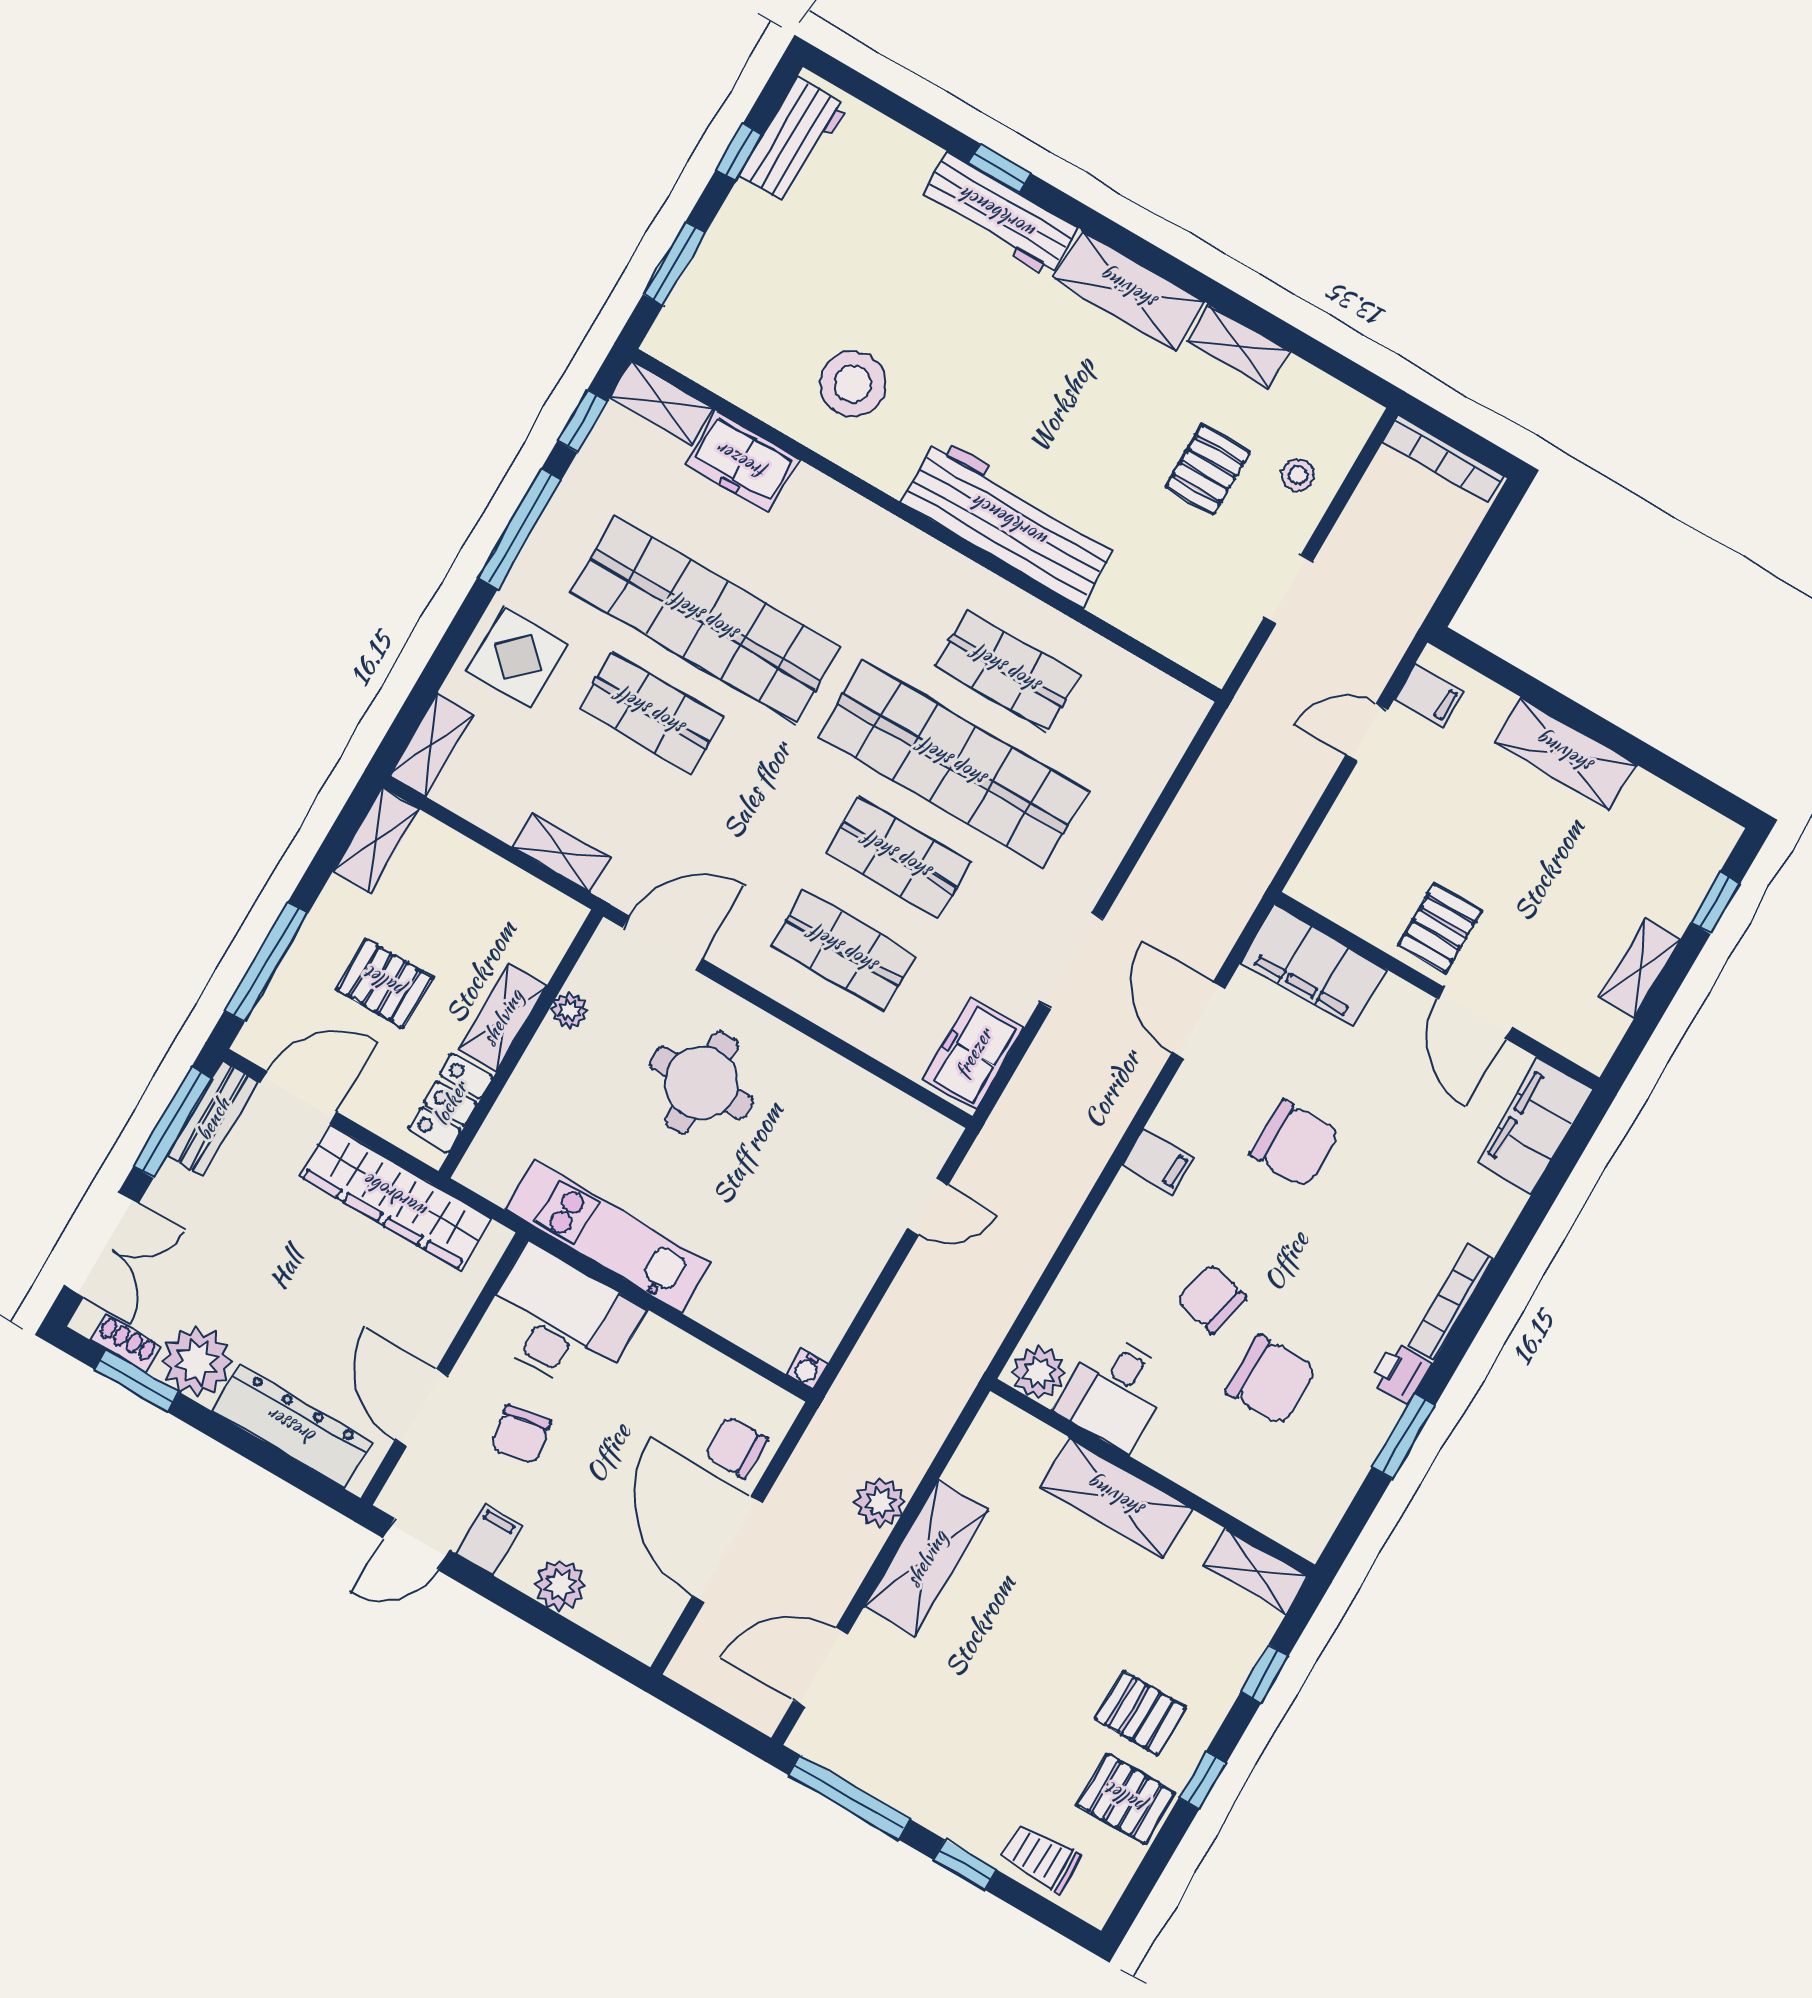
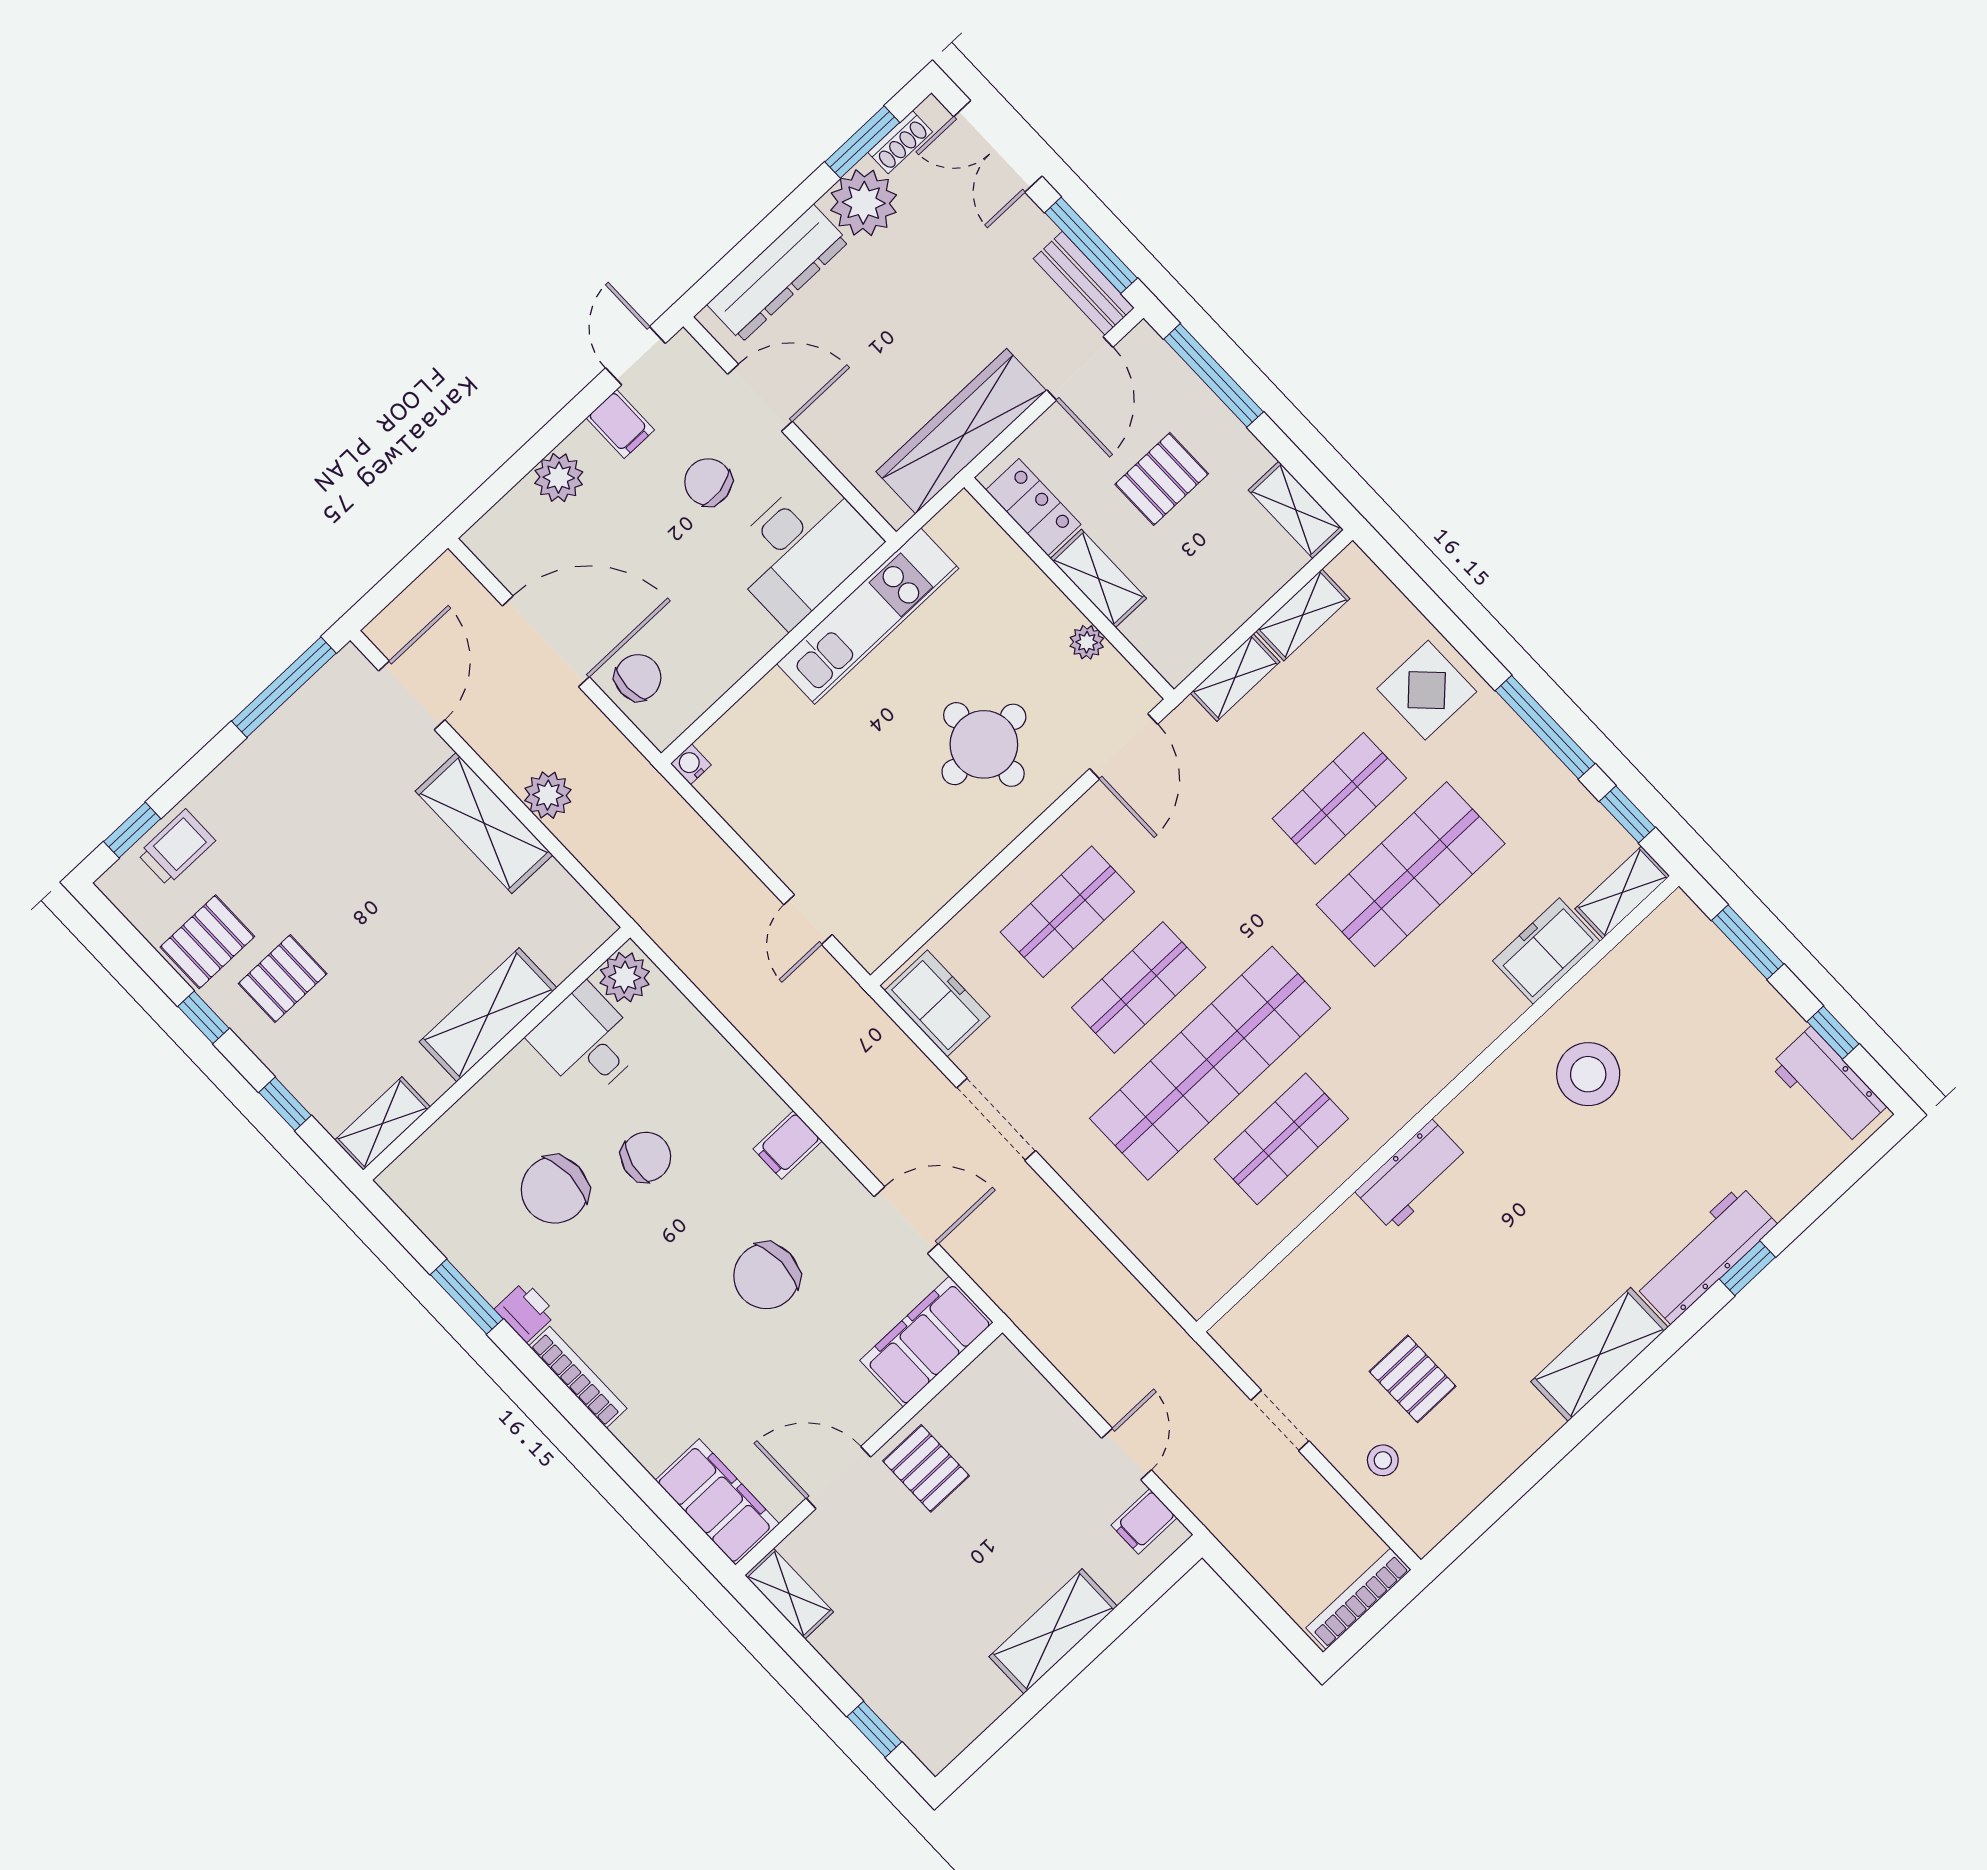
shelving: (1238, 346) -> (1519, 1440), removed
workbench: (1010, 522) -> (1412, 1175), width x0.53, depth x0.76
shop shelf: (705, 619) -> (1411, 874), width x0.71
shelving: (431, 745) -> (1303, 615), moved, turned 90
shelving: (1640, 969) -> (789, 1594), moved
window: (965, 1865) -> (132, 830), moved

